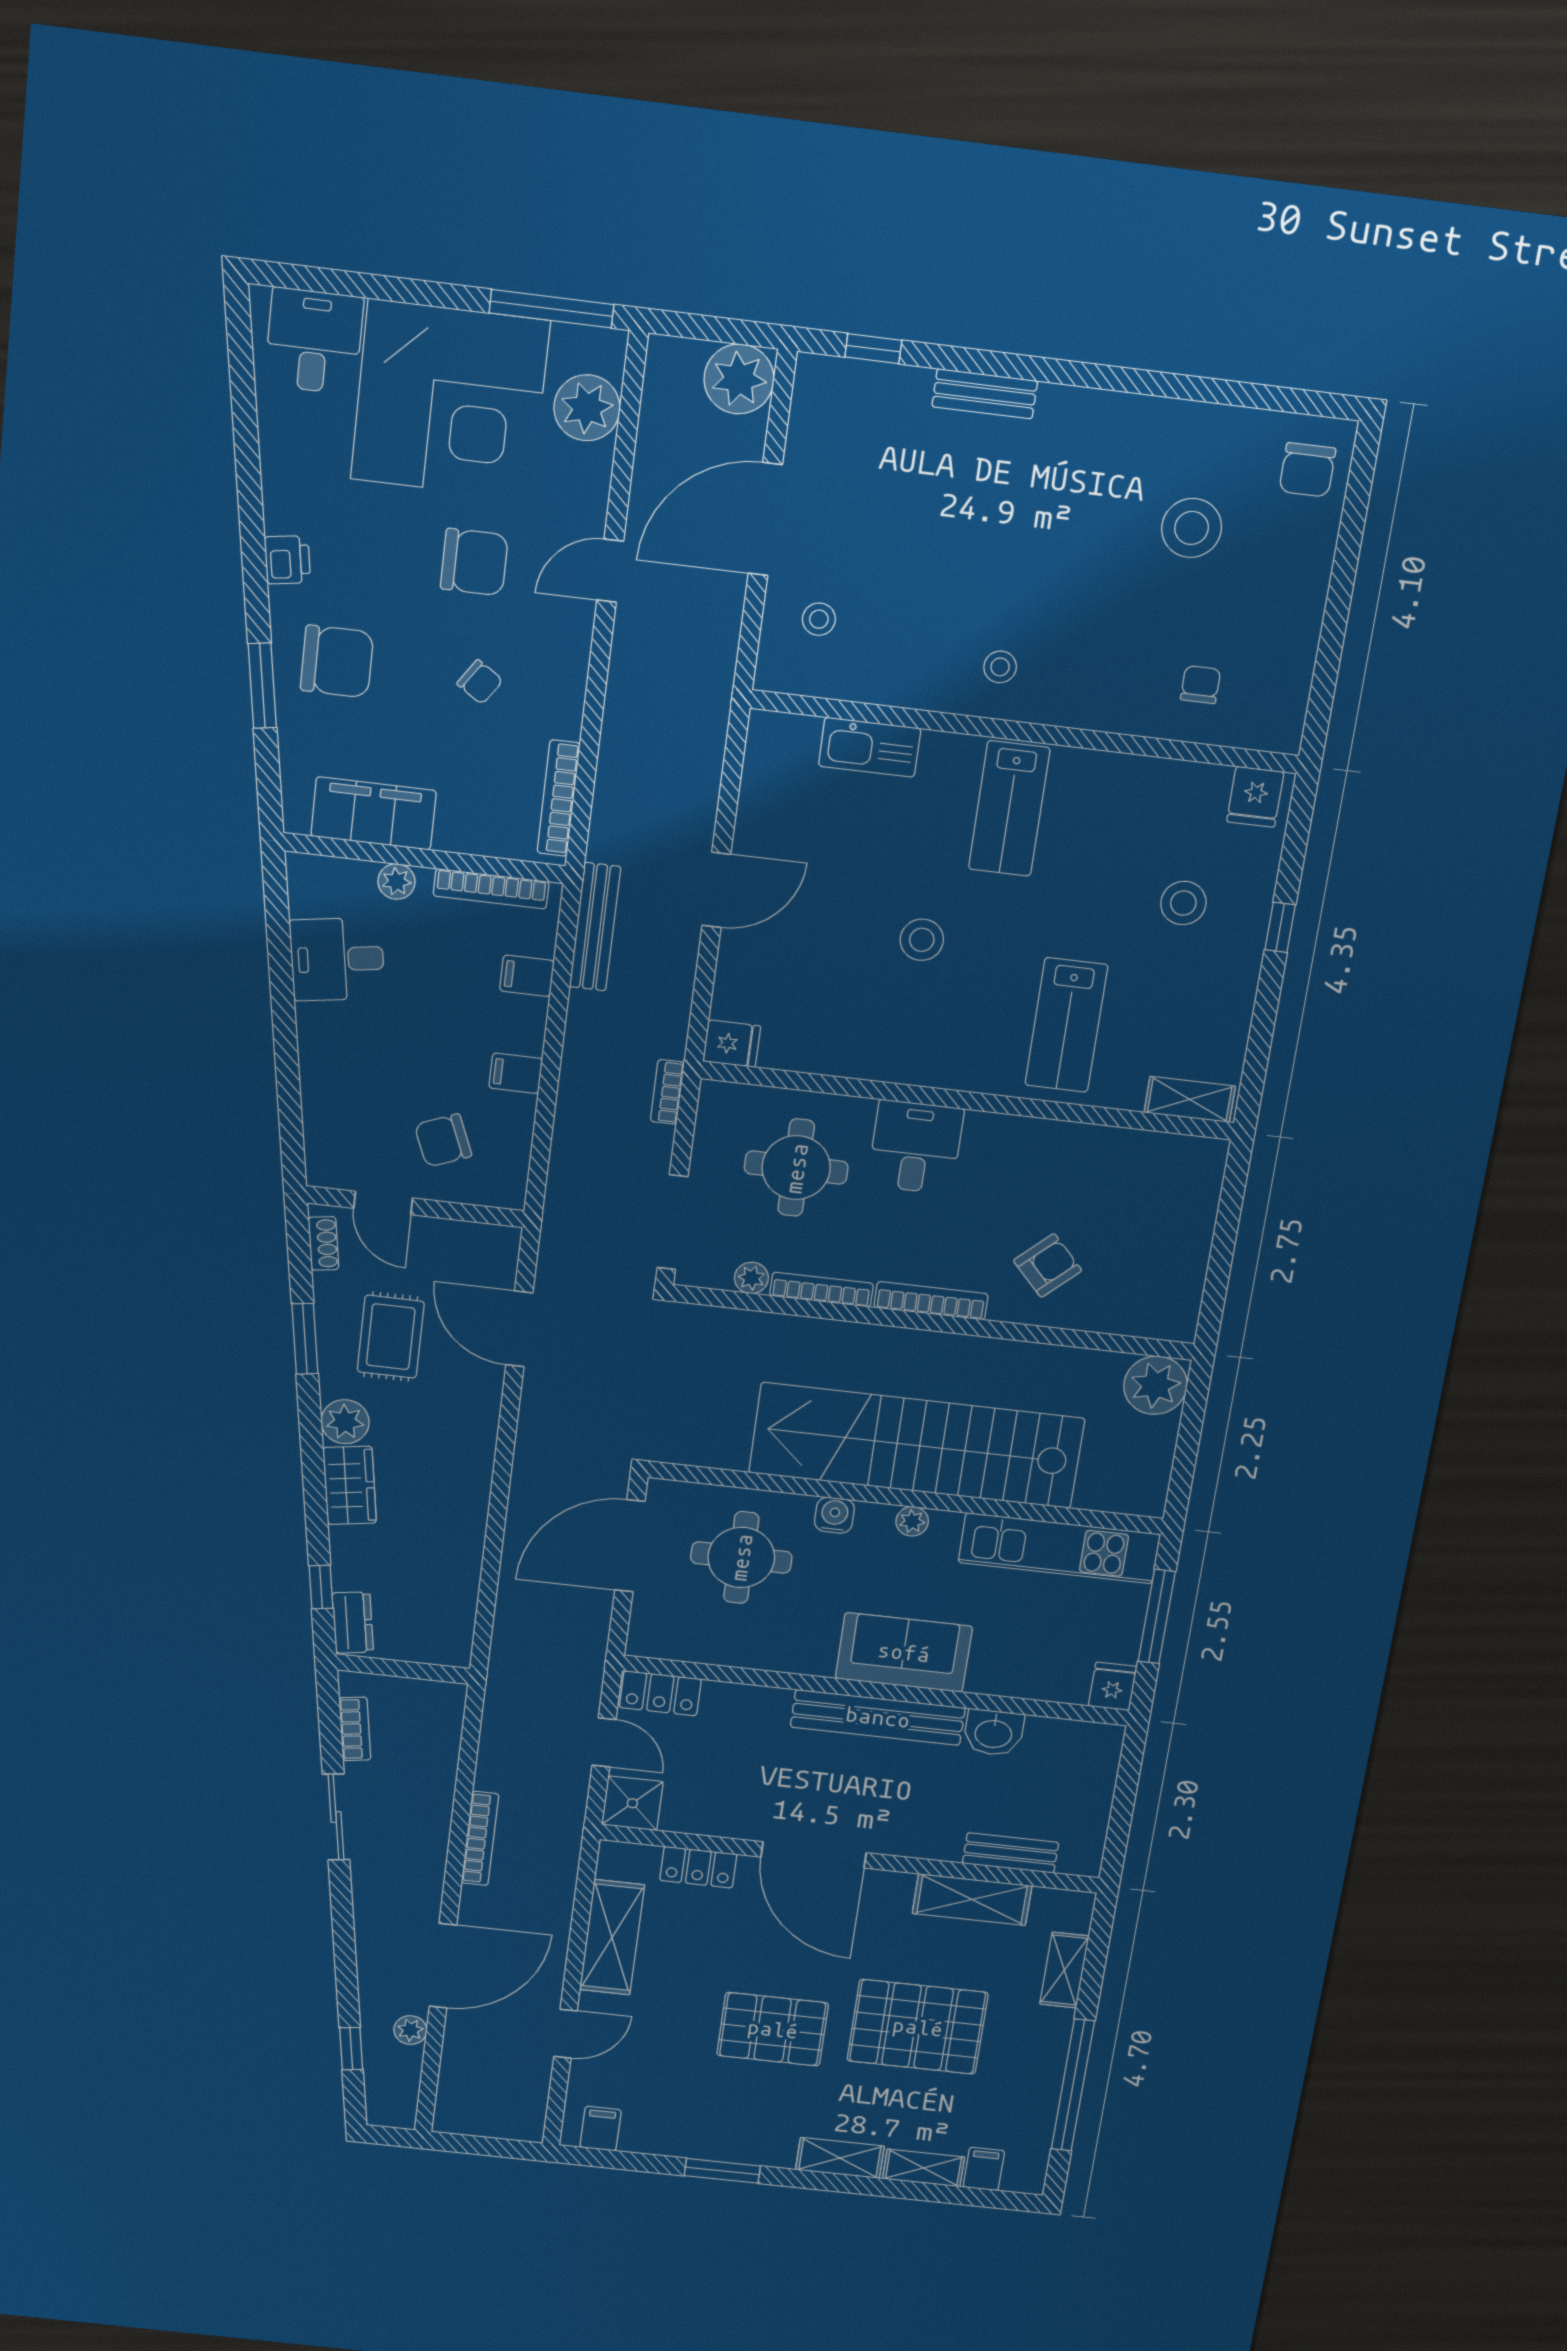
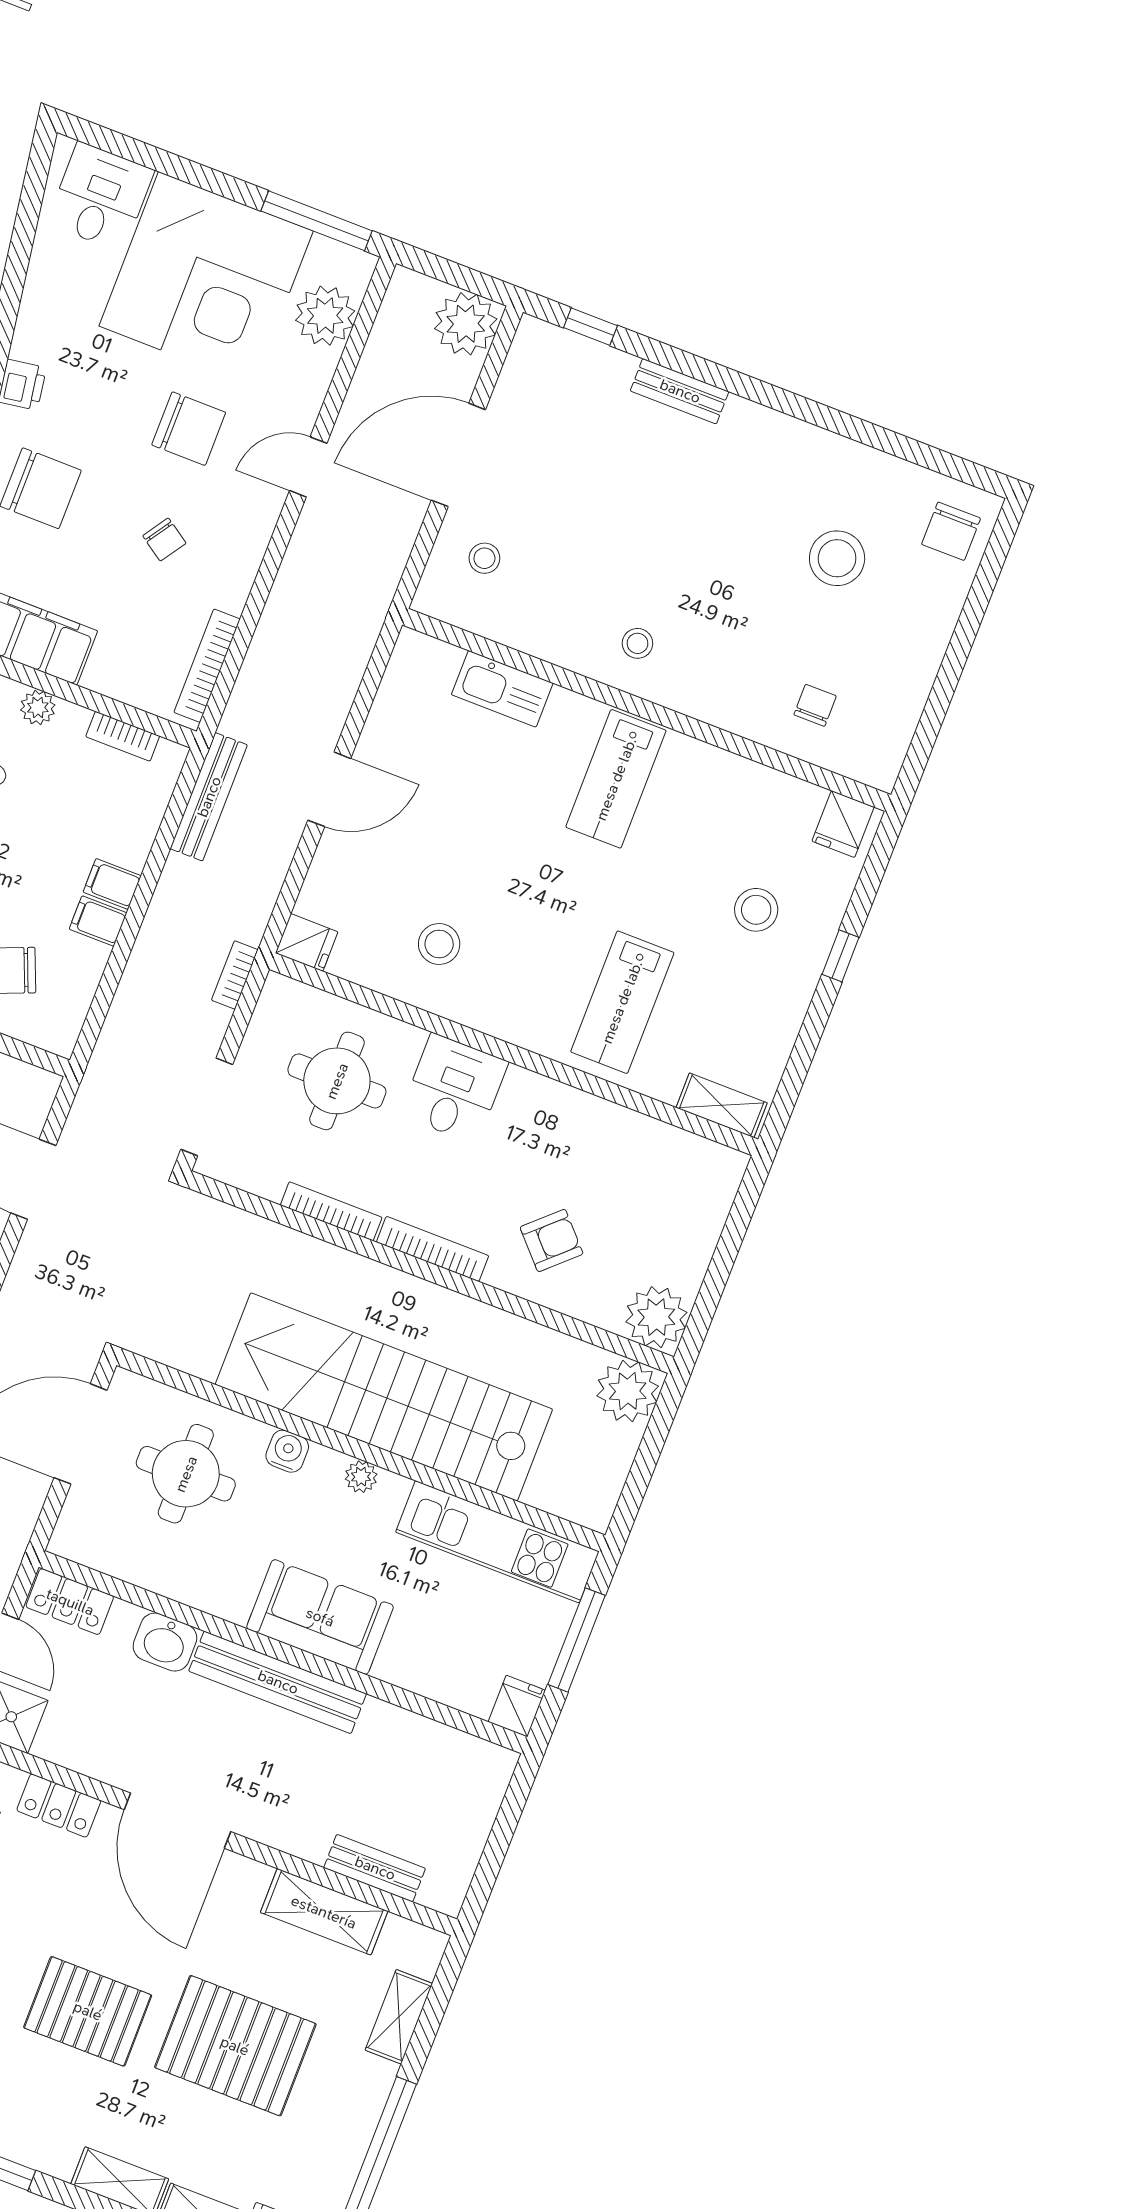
bookcase: (491, 889) -> (123, 736), width x0.64
stool: (922, 940) -> (439, 944), moved
filing cabinet: (527, 976) -> (112, 884), moved
plant: (751, 1278) -> (656, 1317), moved, width x1.88, depth x1.88
washbasin: (994, 1733) -> (165, 1642), moved

